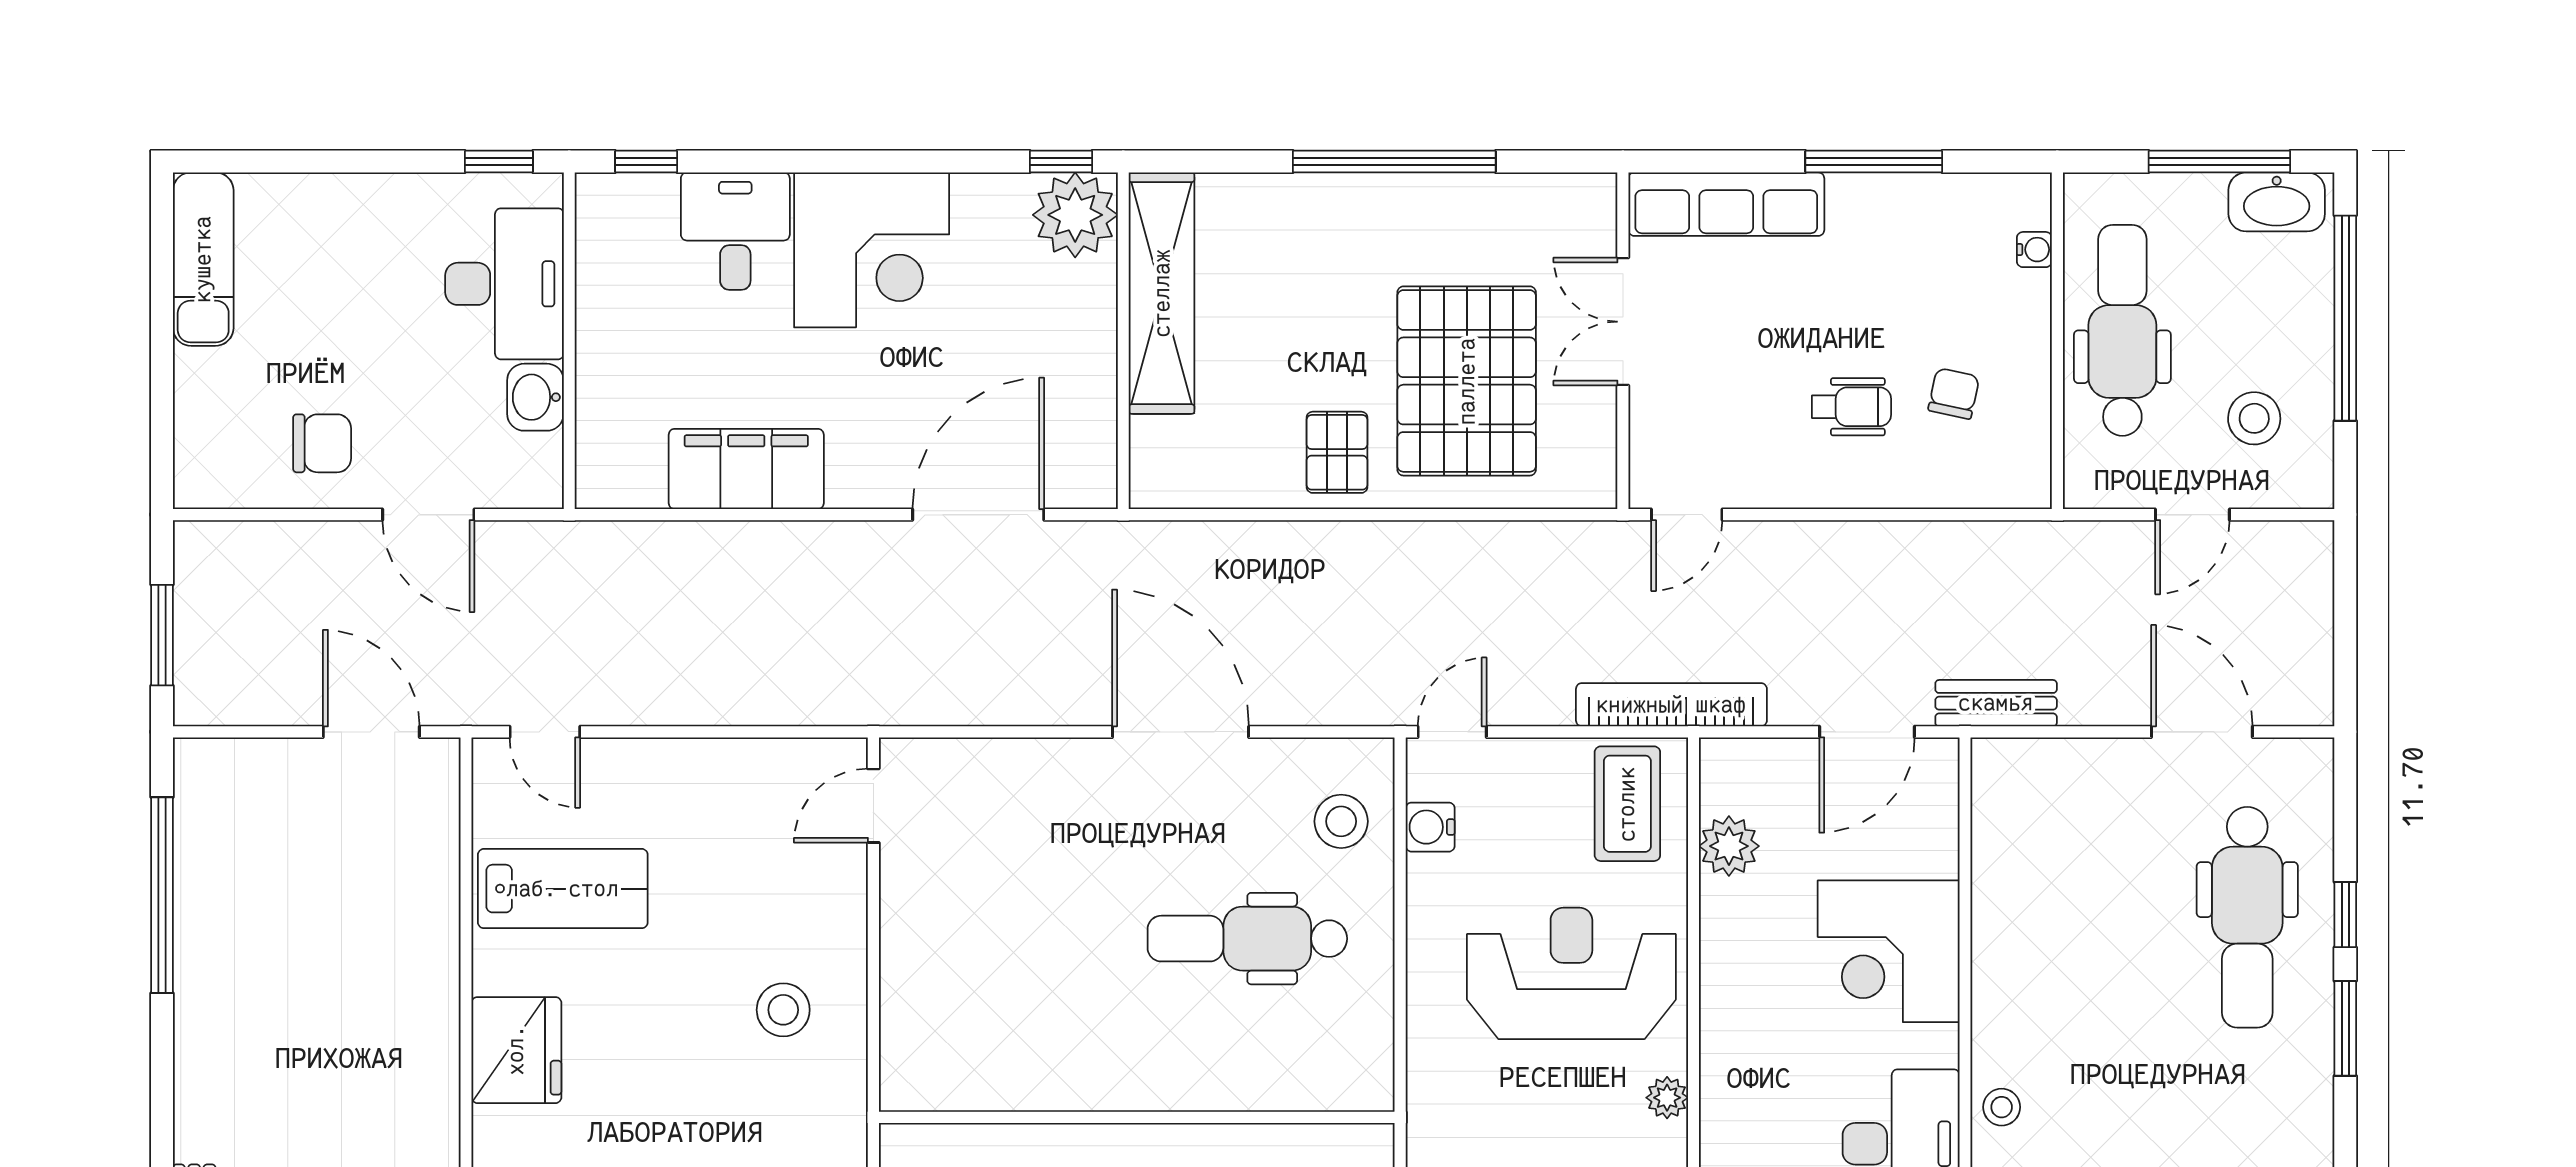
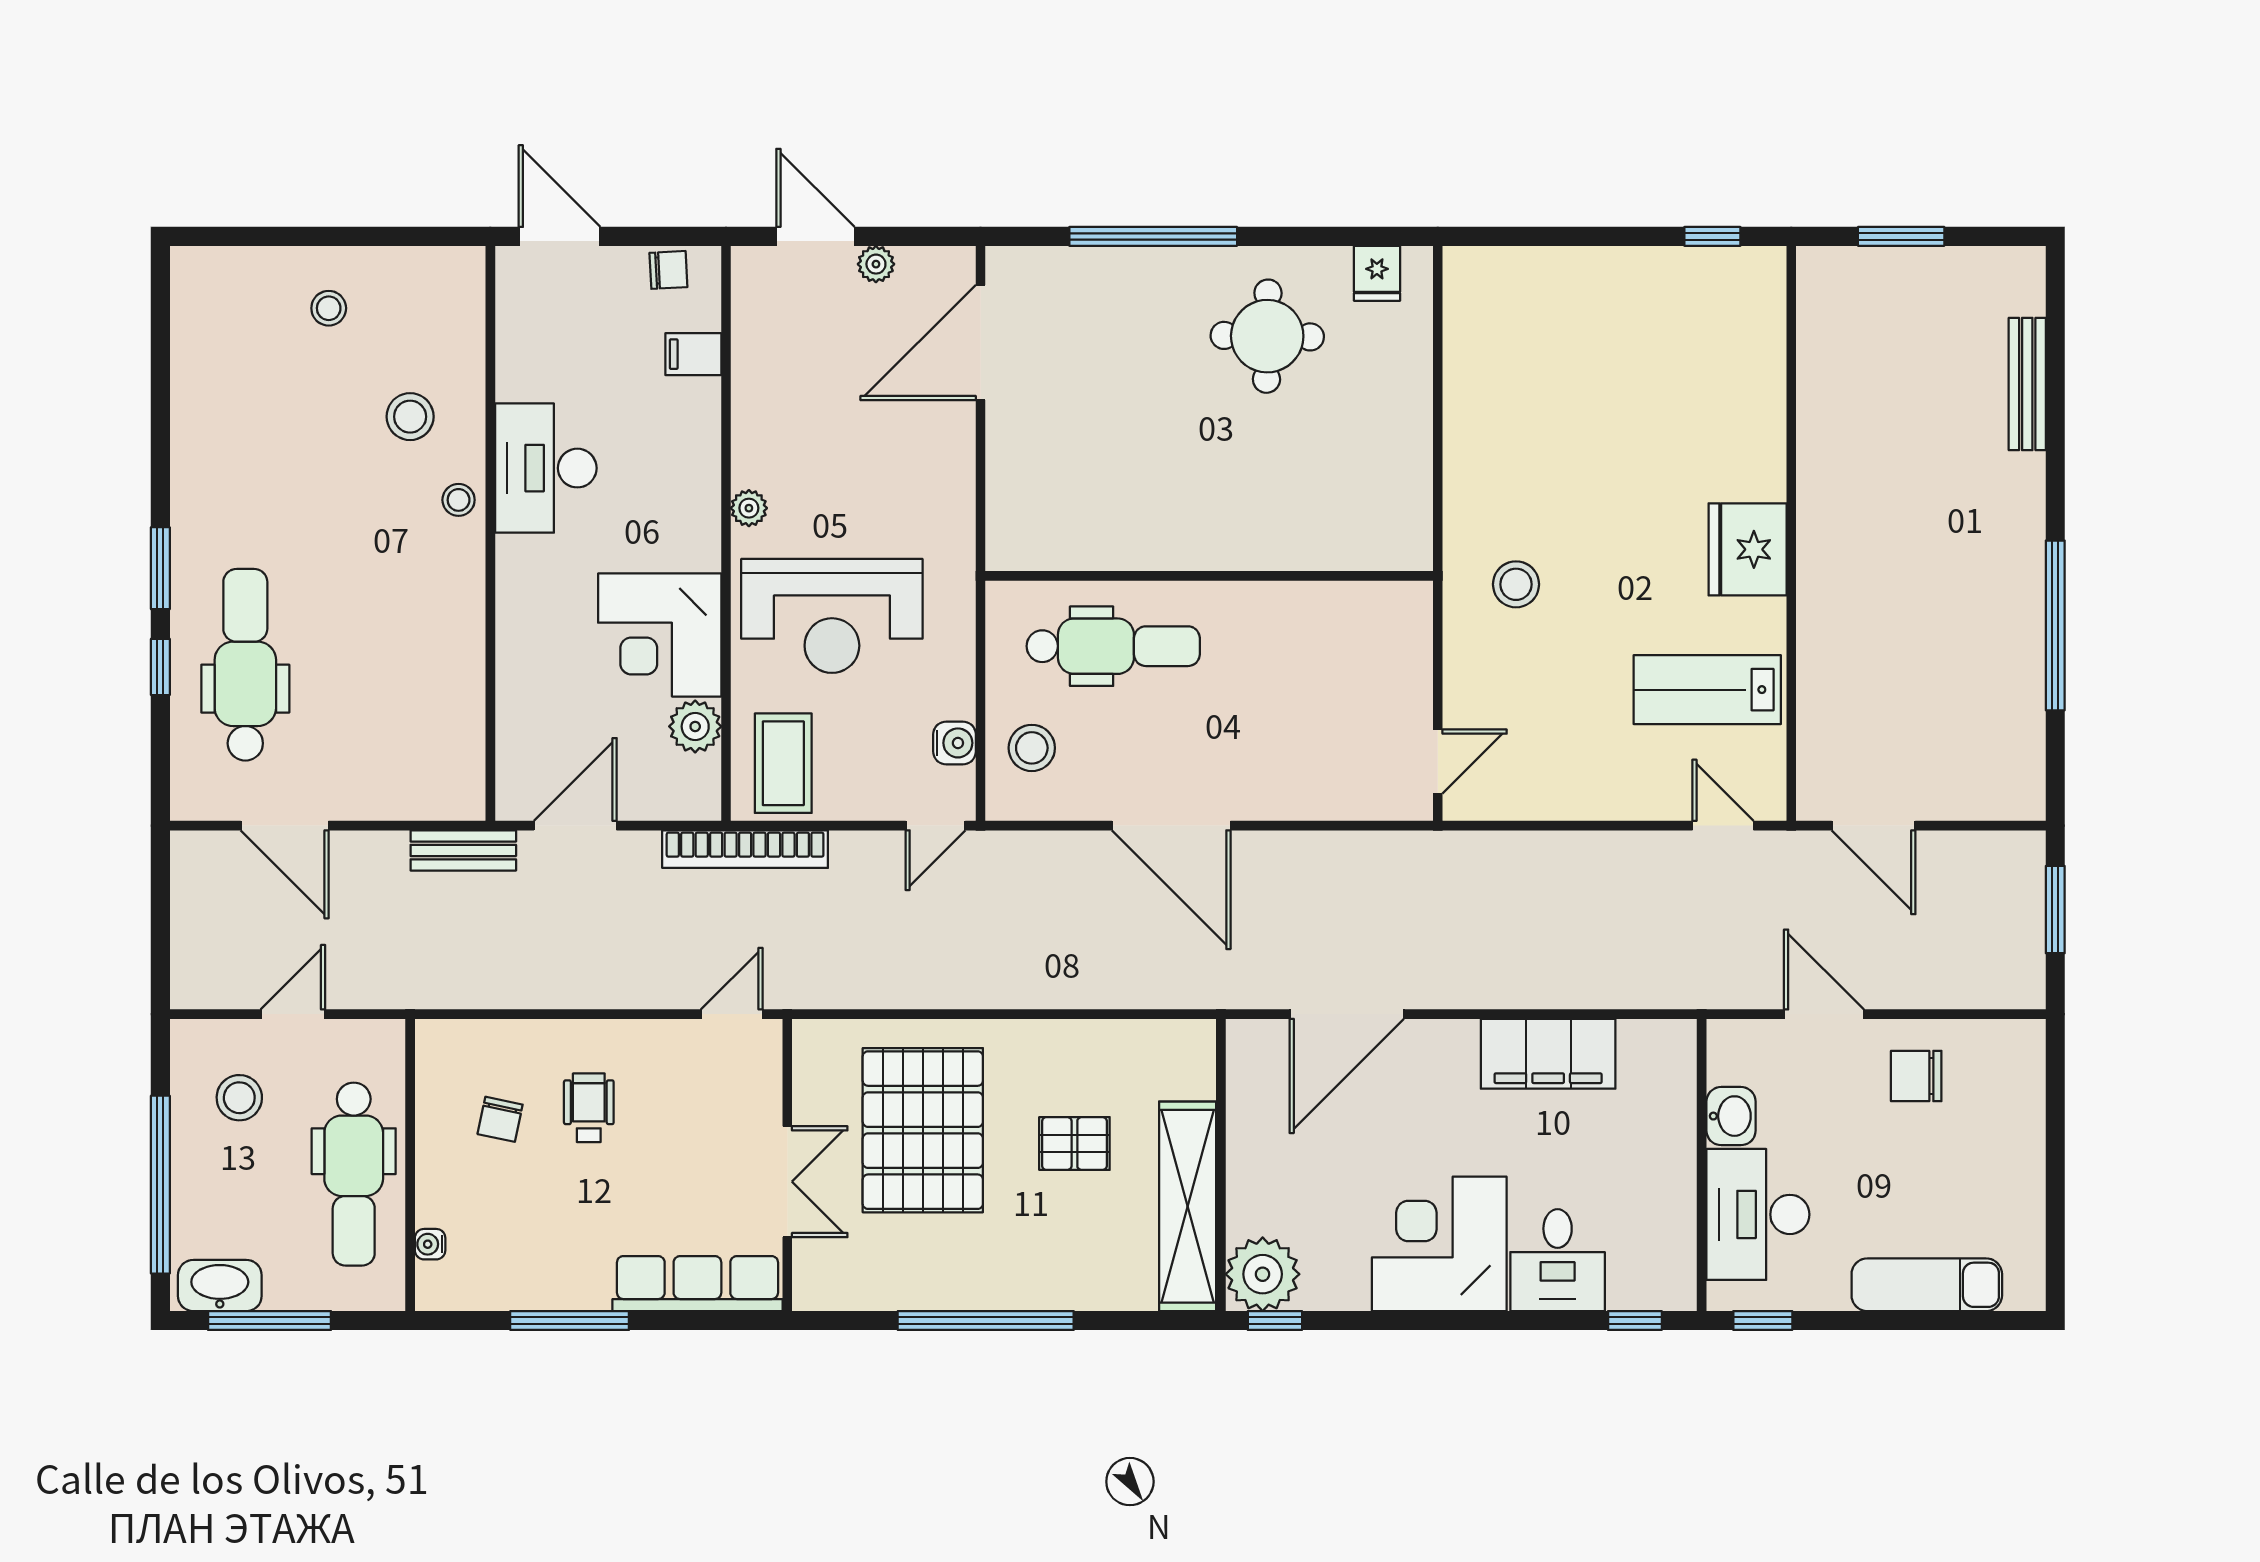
exam couch: (203, 259) -> (1927, 1285), moved, turned 90
wheelchair: (1852, 407) -> (589, 1108), turned 90
pallet: (1337, 452) -> (1074, 1144), moved, turned 90
window: (162, 895) -> (2055, 625), moved
corner desk: (1889, 951) -> (660, 635), moved, turned 180
wall: (1137, 1117) -> (1209, 576), moved

